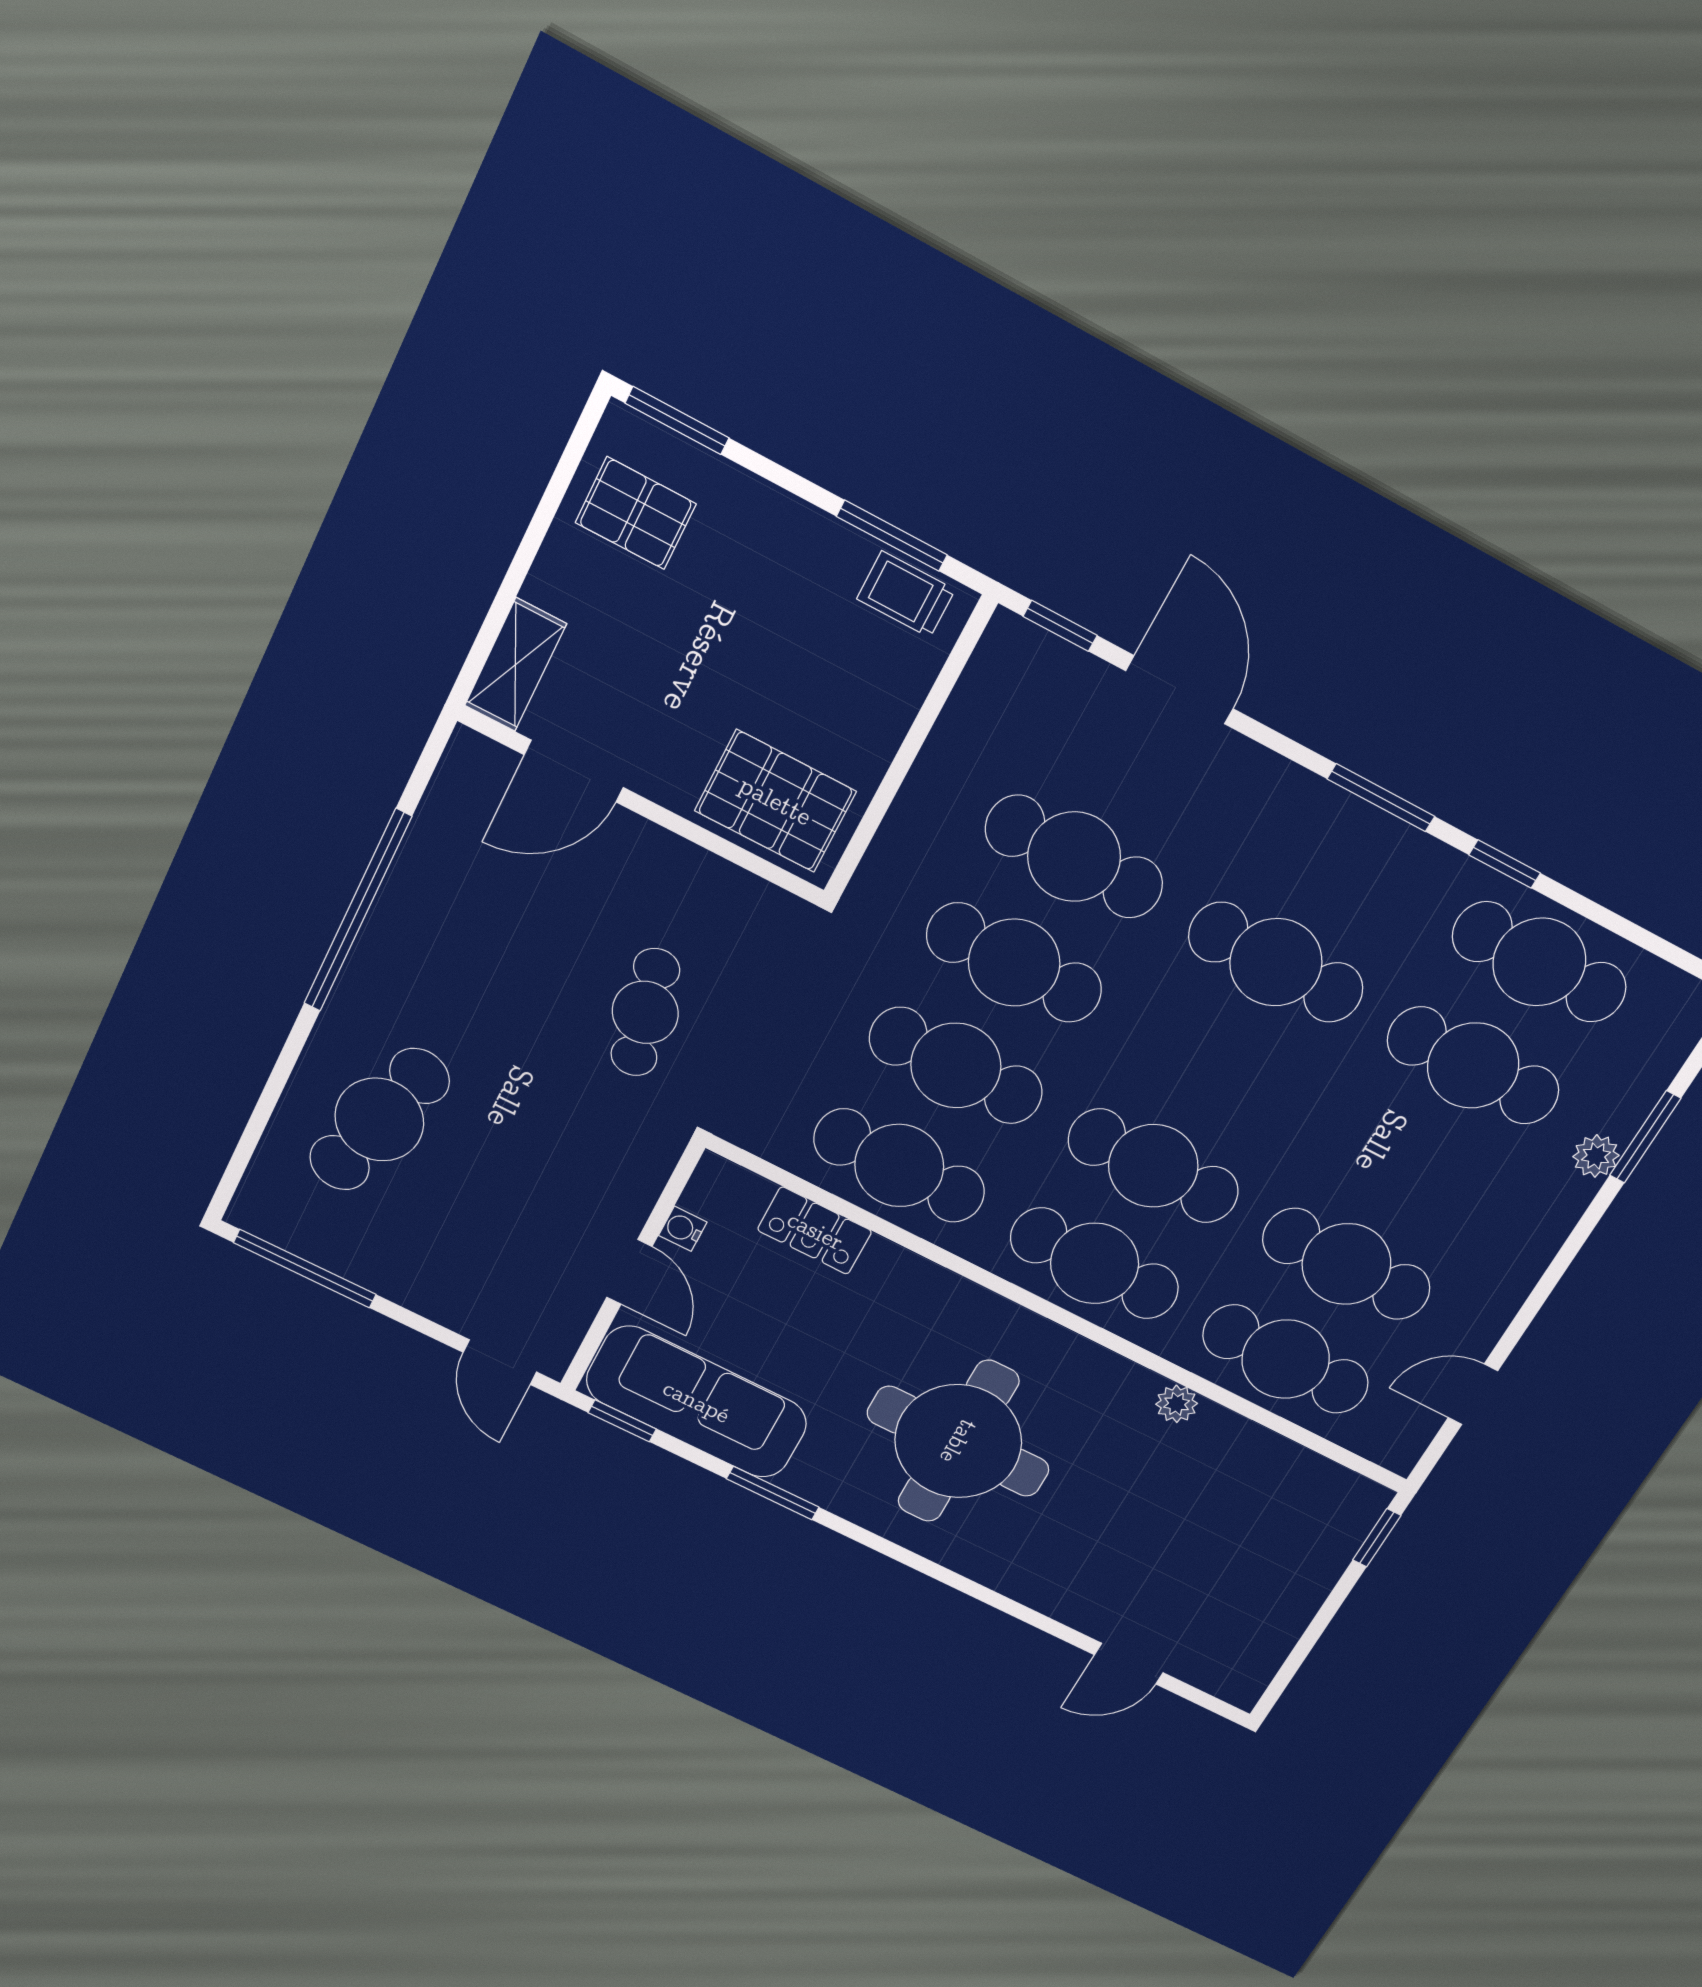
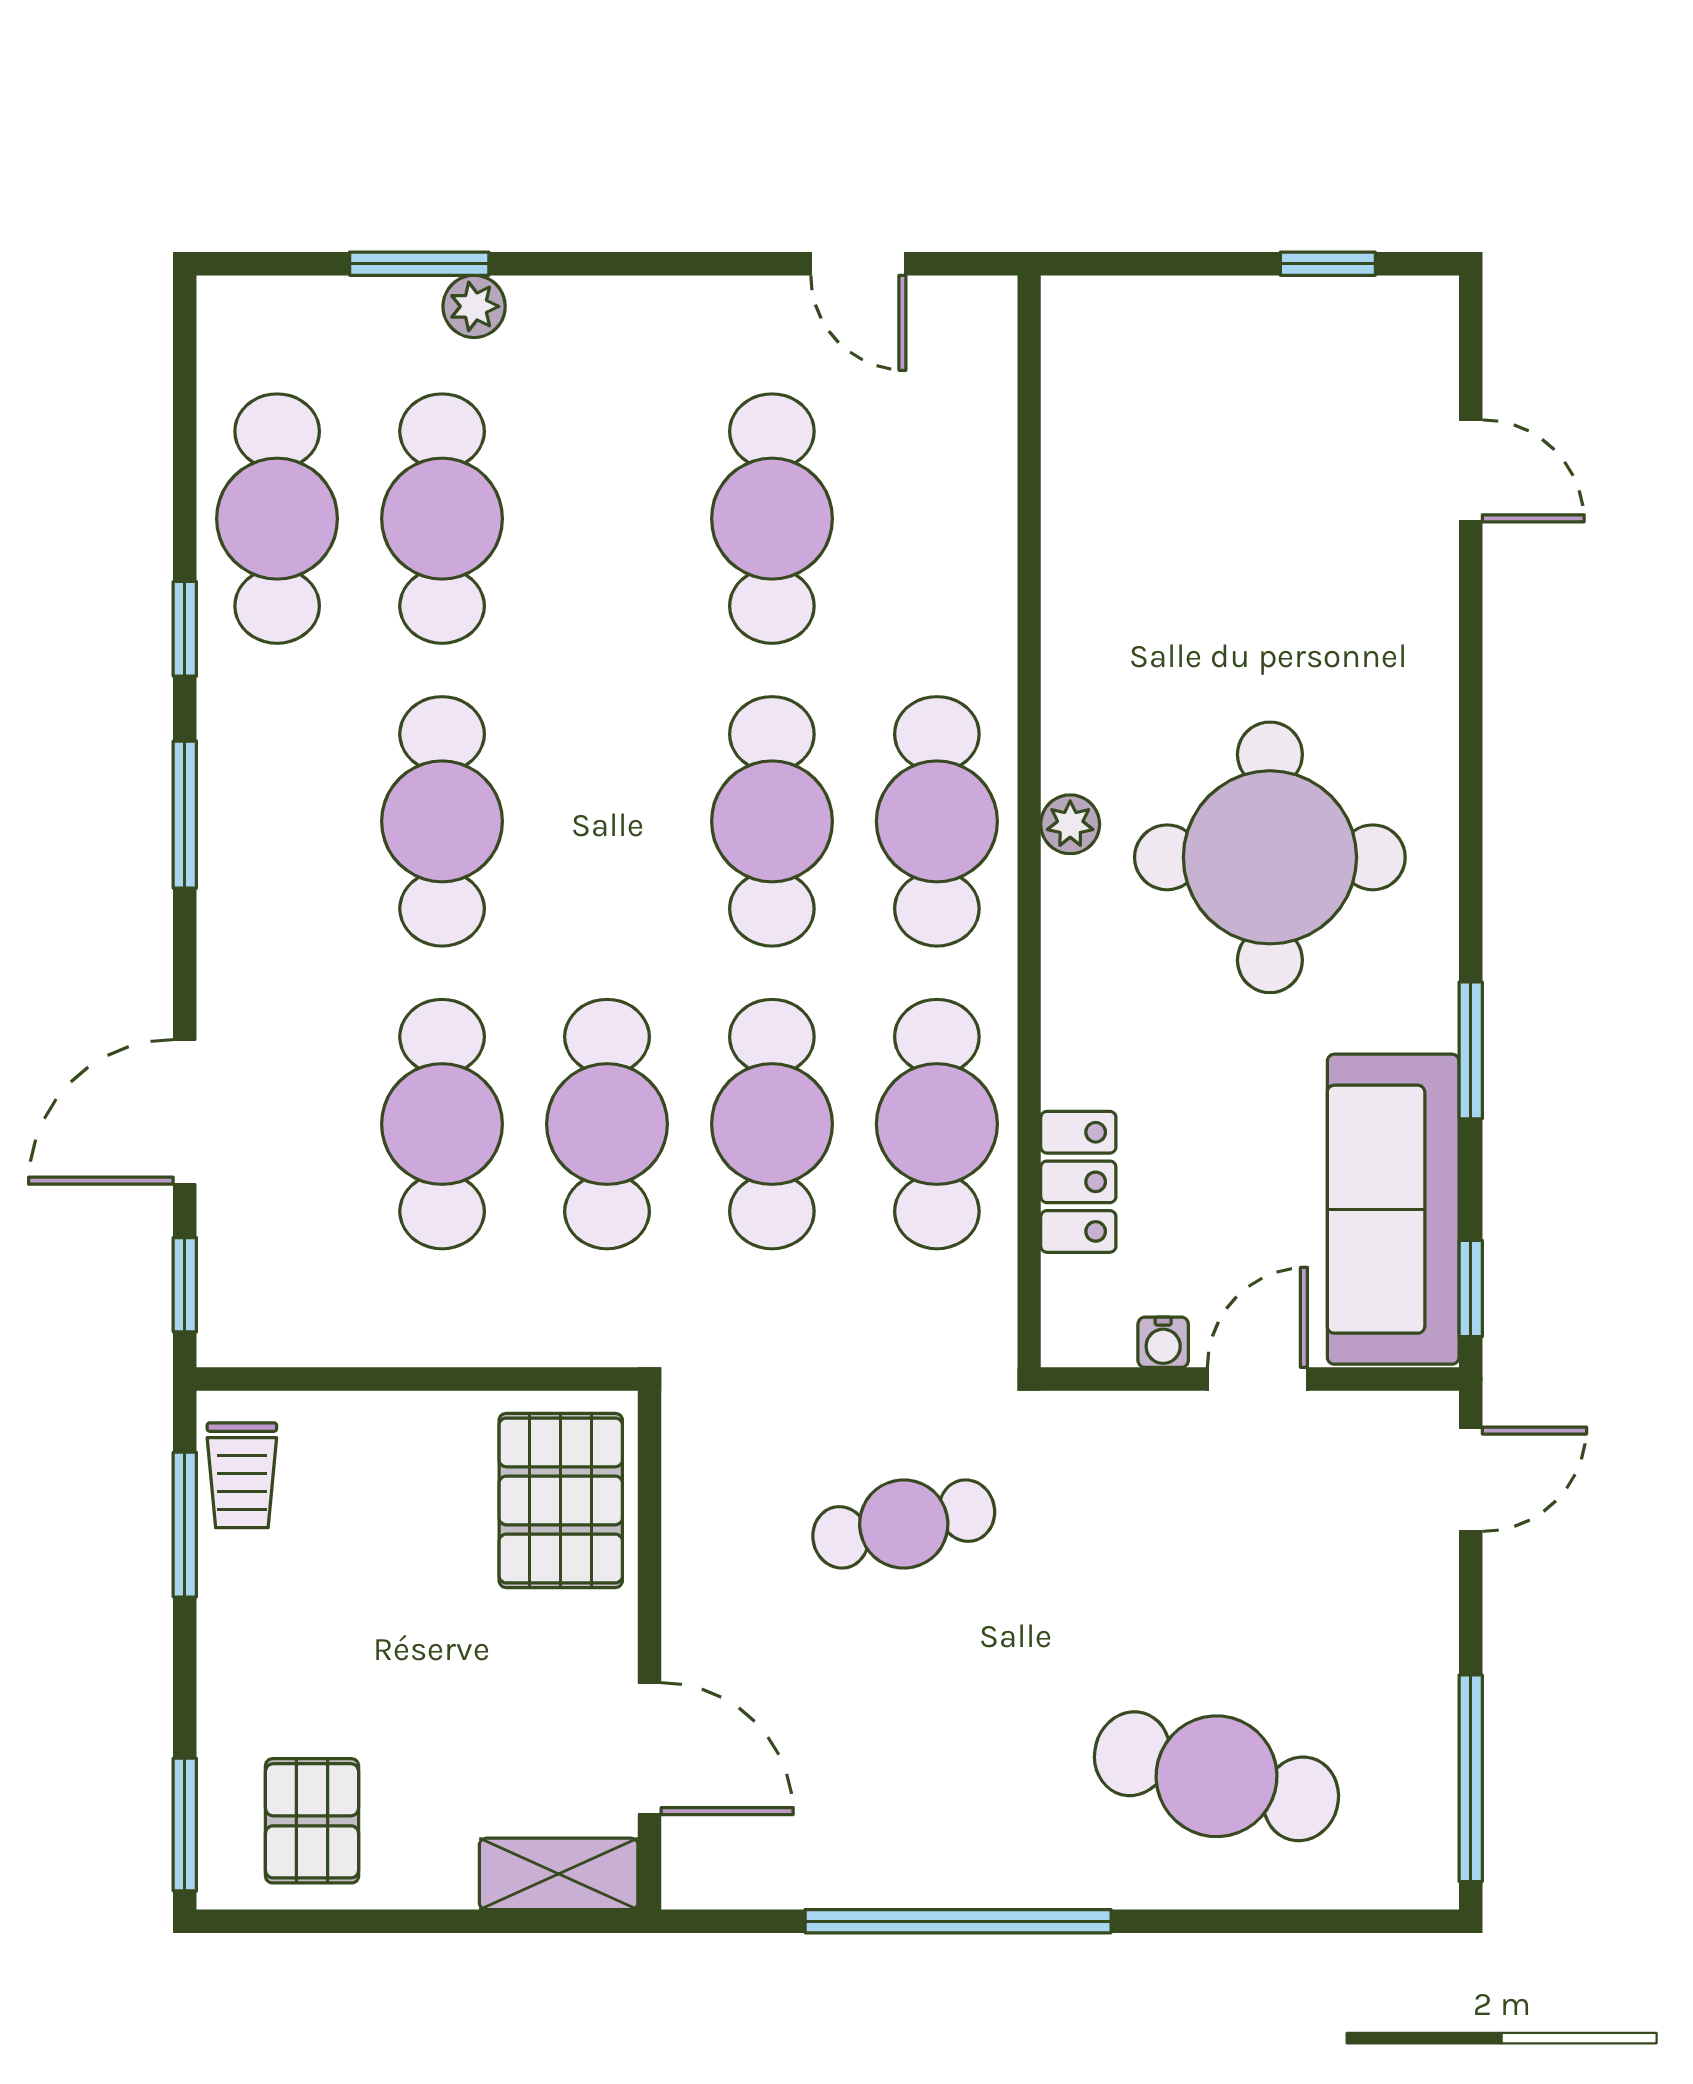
cafe table: (1286, 1359) -> (937, 519), removed
plant: (1177, 1404) -> (1070, 824), moved
window: (1377, 1538) -> (1328, 264), moved

